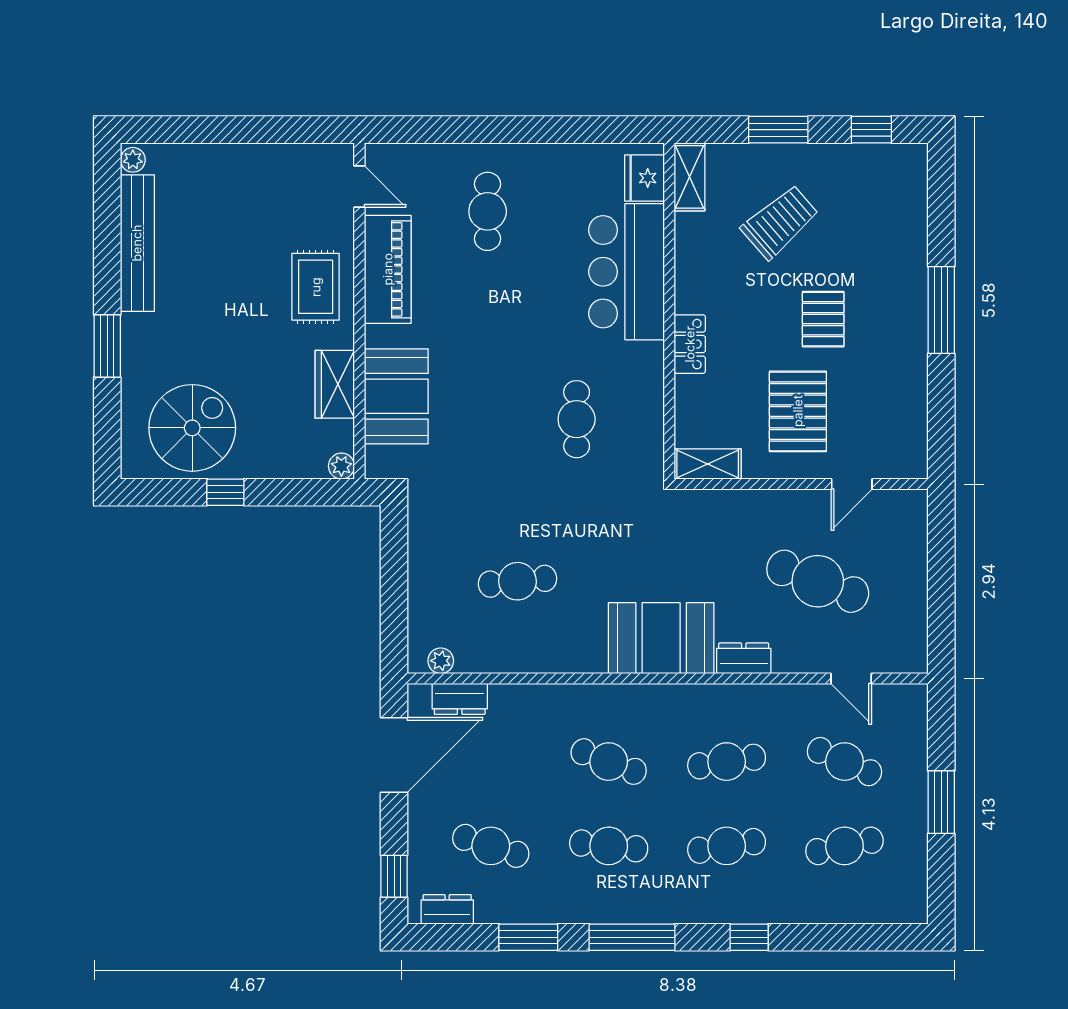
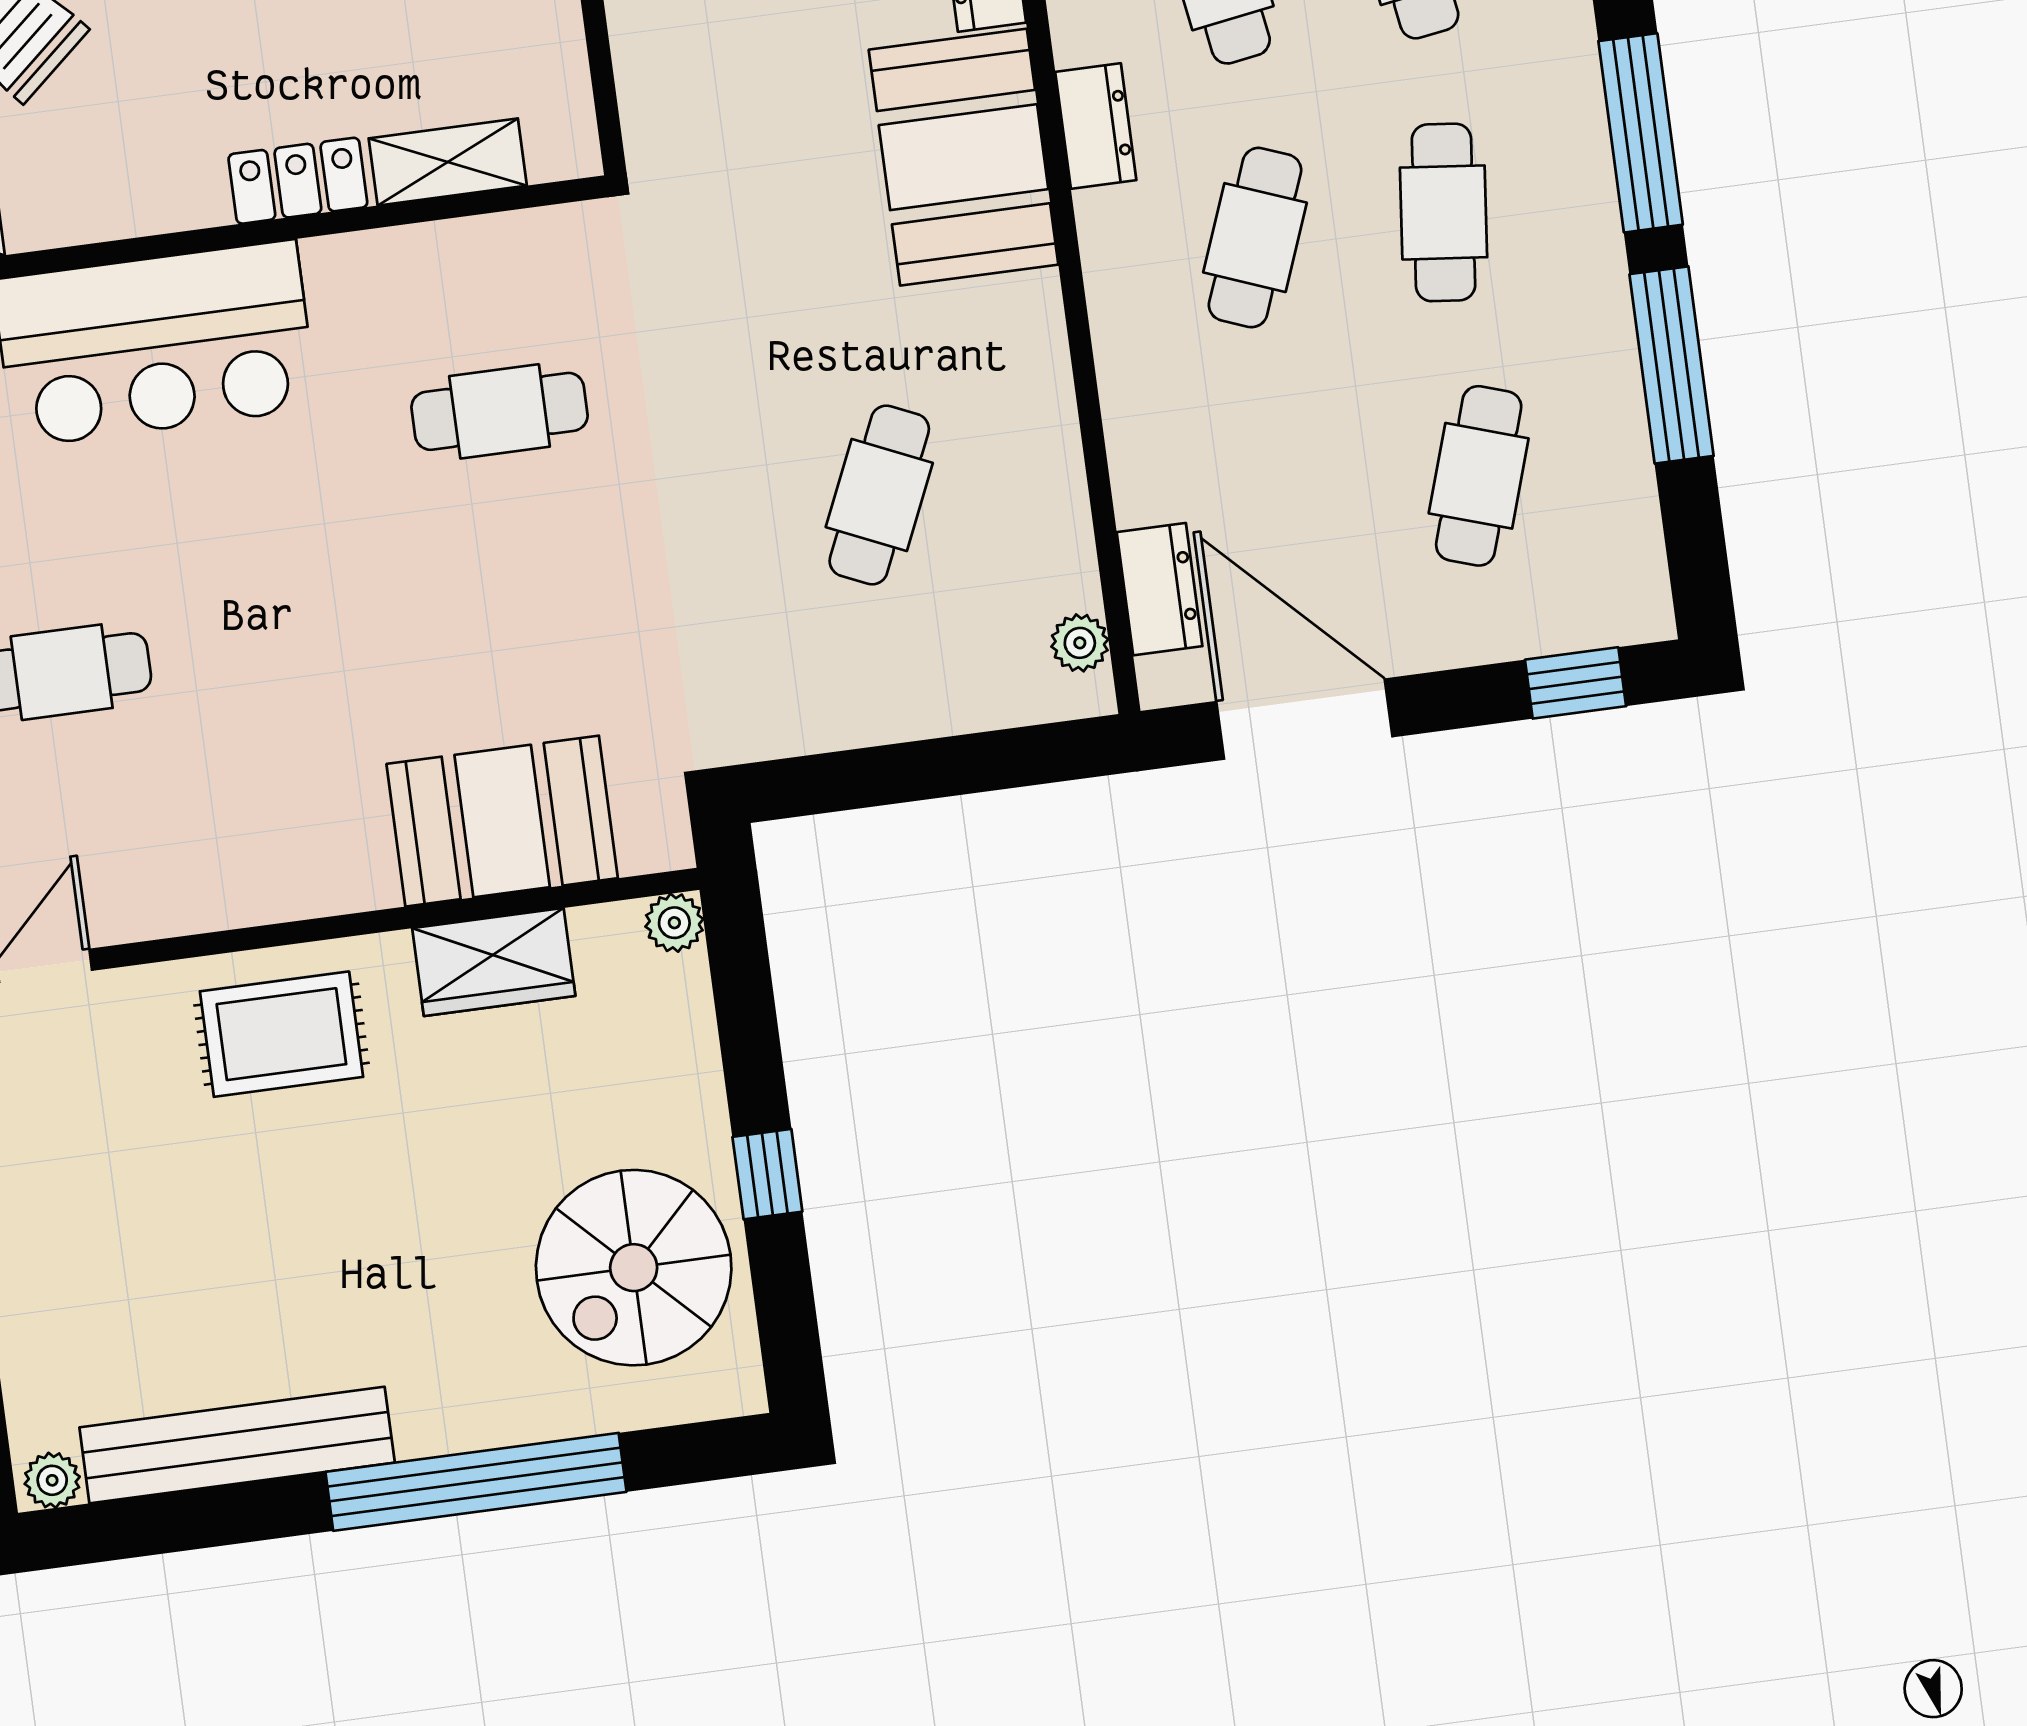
piano: (388, 269) -> (221, 878), removed
window: (107, 346) -> (476, 1482), width x2.11
spiral stairs: (192, 428) -> (634, 1268), turned -90
shelving: (708, 464) -> (448, 162), moved, turned 90
cafe table: (518, 581) -> (879, 495), turned 30
dresser: (447, 909) -> (1096, 126), moved, turned 180
window: (528, 937) -> (1672, 365), width x1.44

